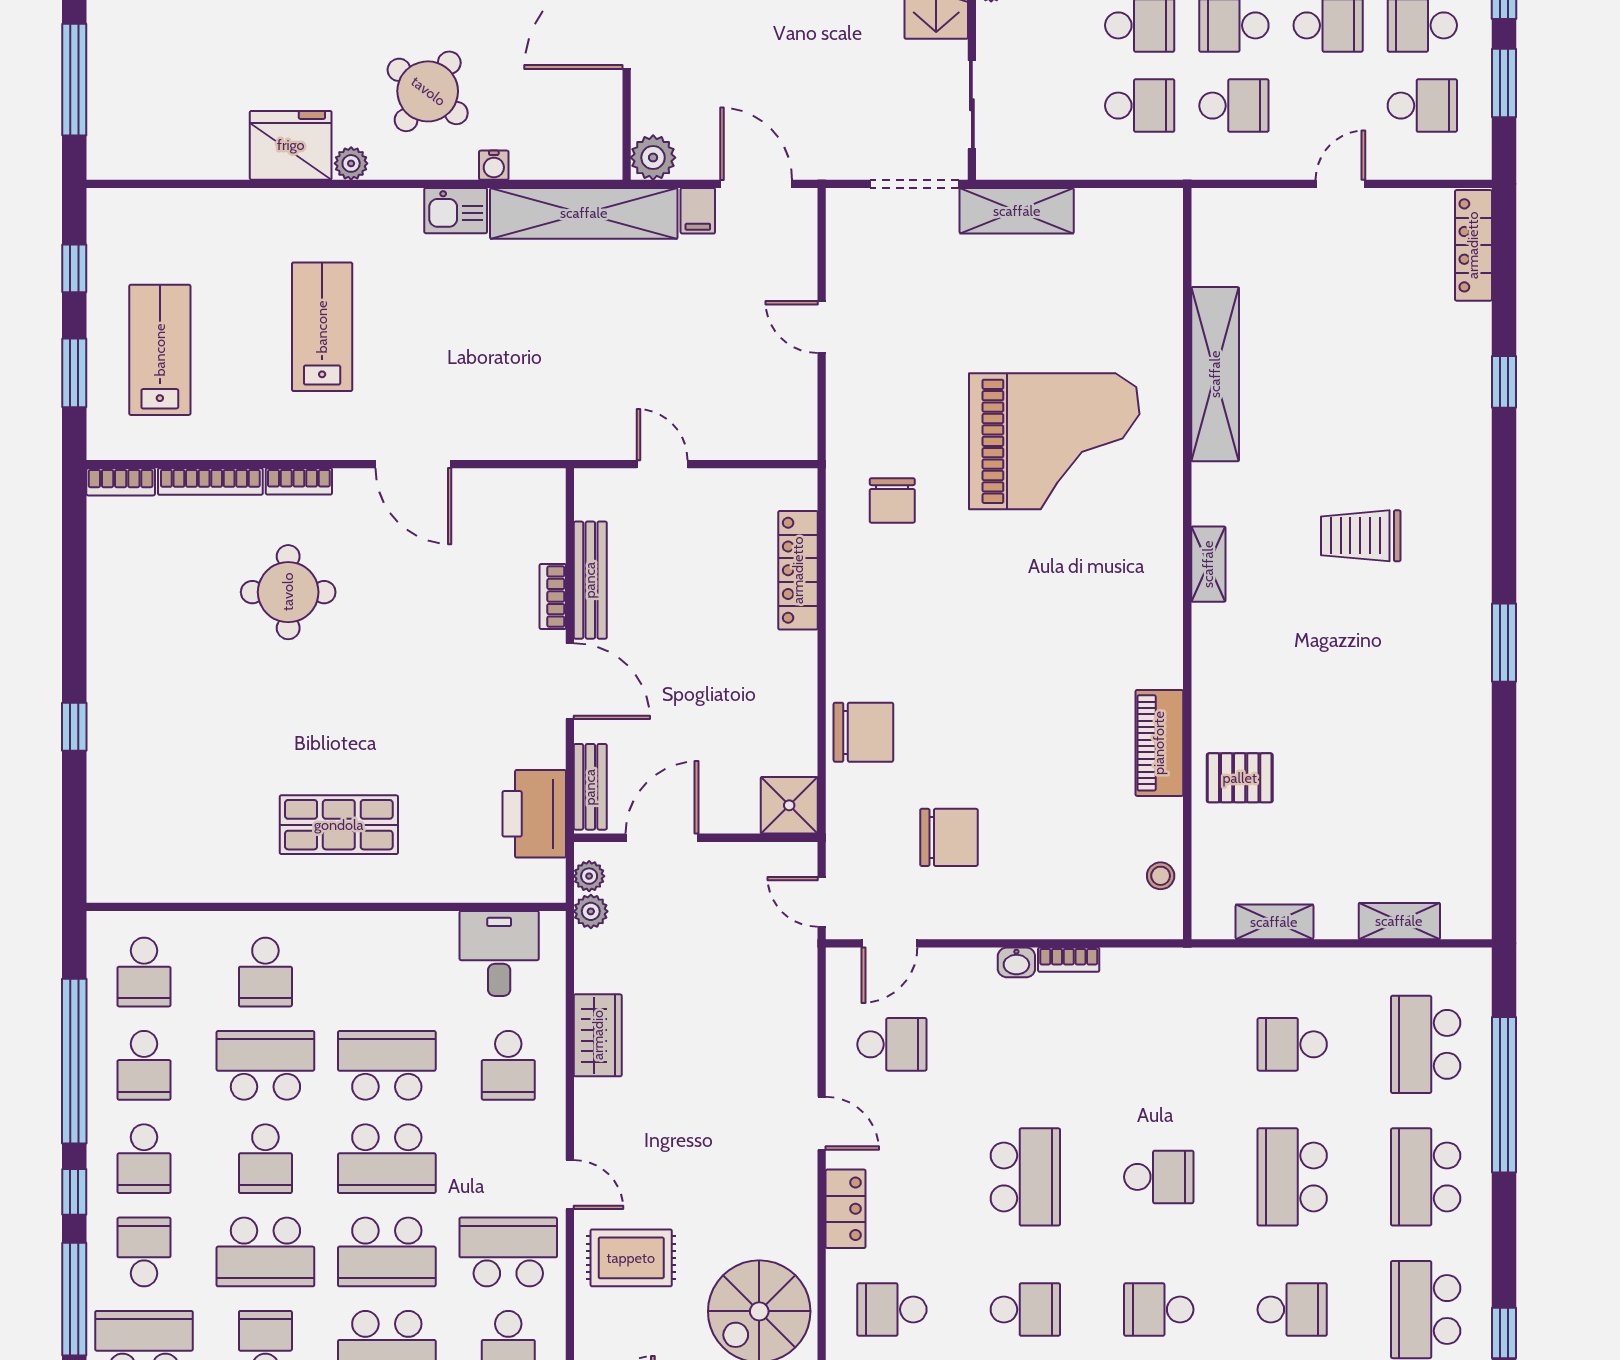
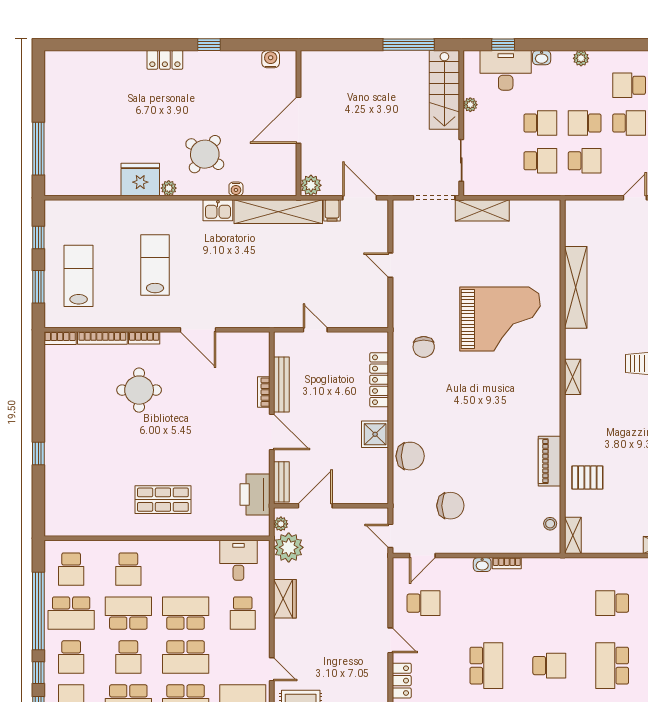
shower: (789, 805) -> (375, 434), moved
plant: (591, 911) -> (289, 547), width x1.87, depth x1.87
shelving: (1274, 922) -> (573, 535), moved, turned 90
school desk: (144, 1065) -> (71, 613), width x1.85

